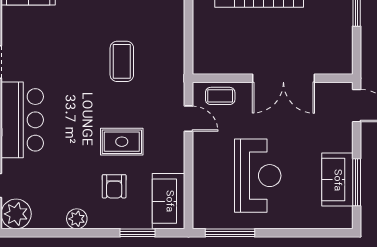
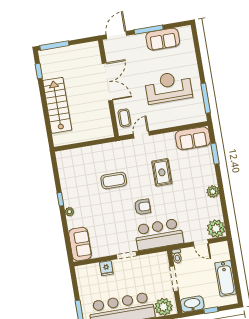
window: (357, 182) -> (149, 30), moved
armchair: (114, 186) -> (143, 207), moved

